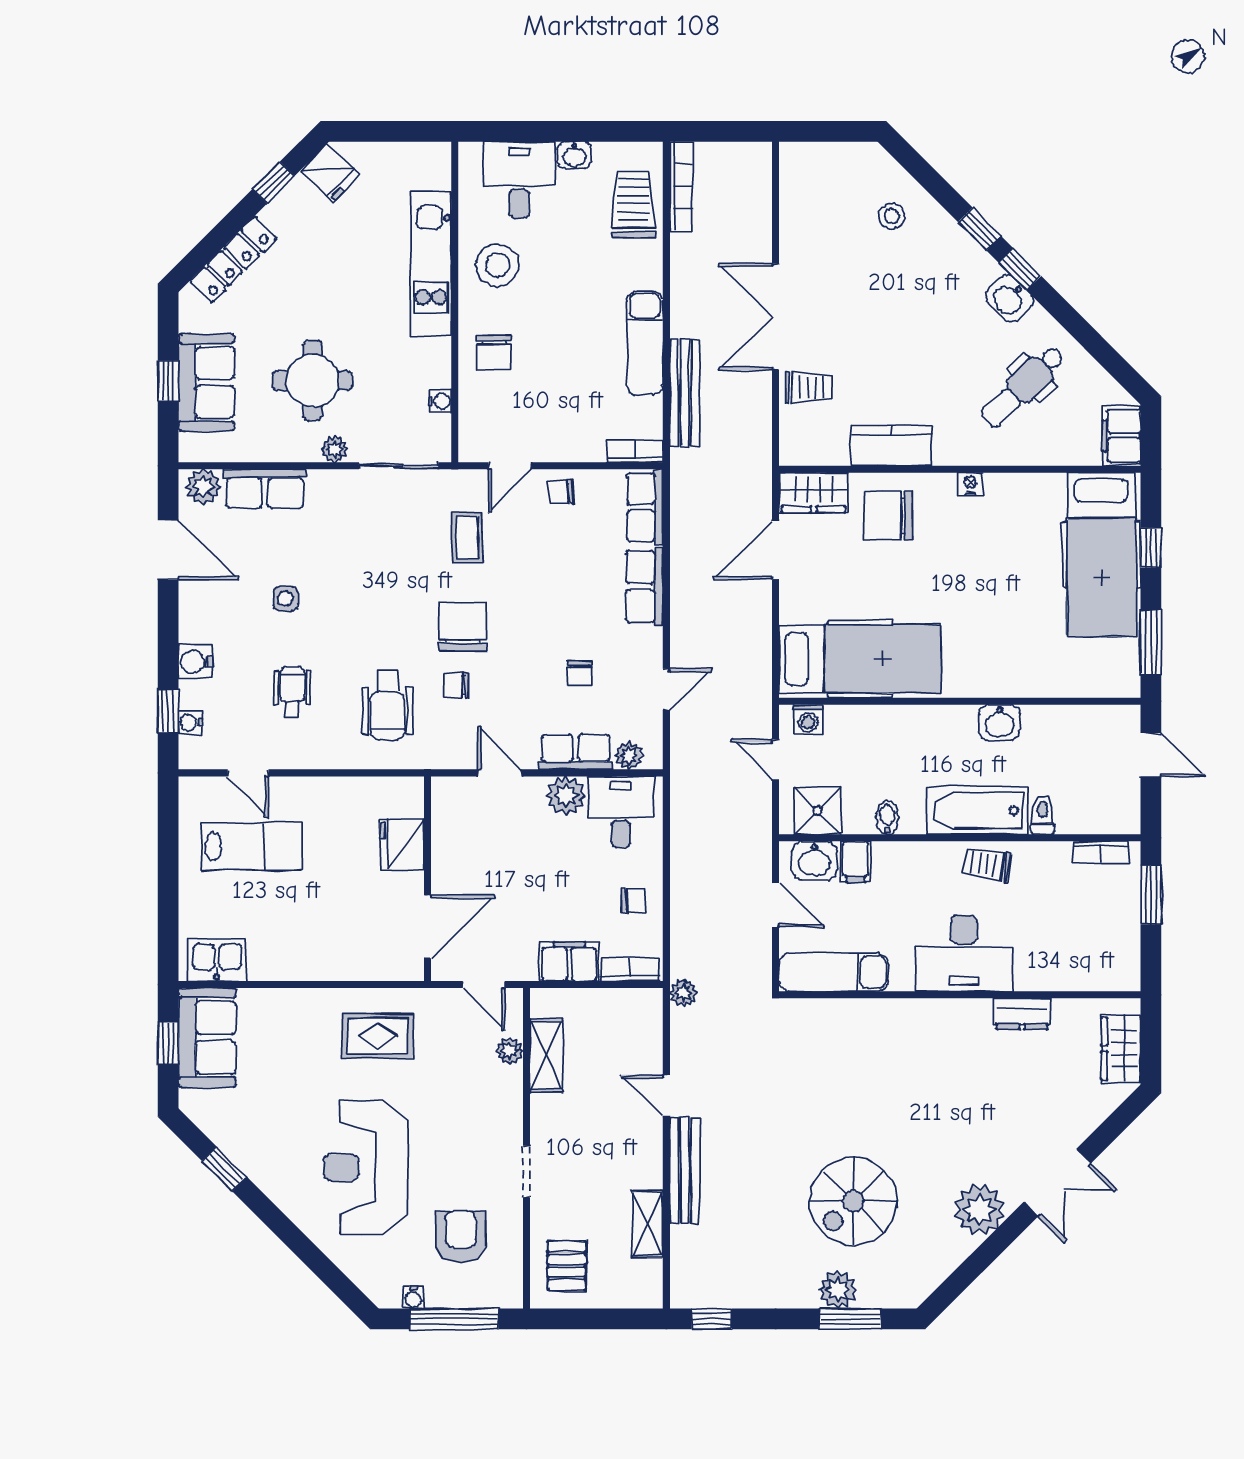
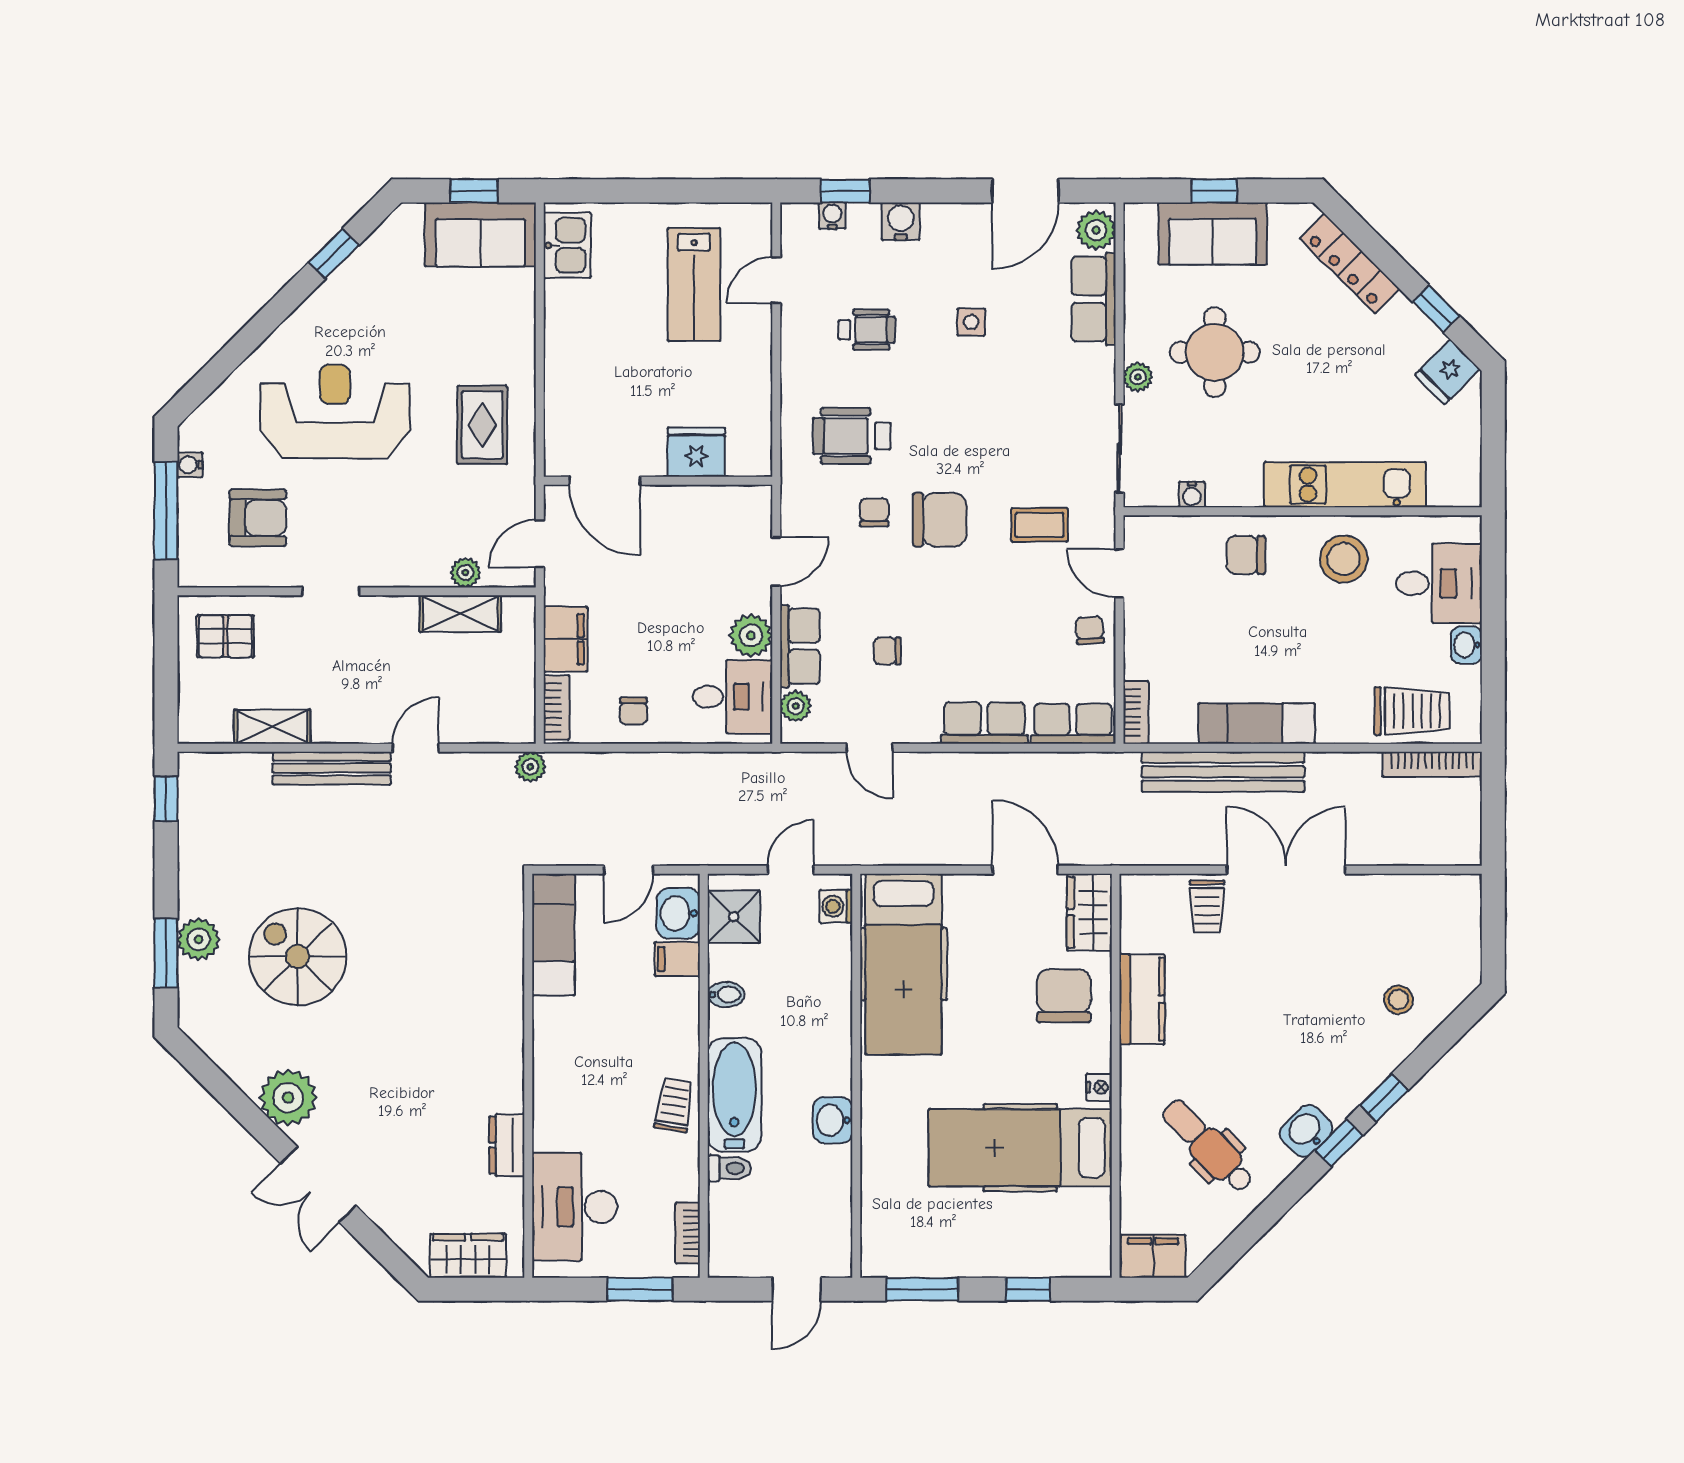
bench: (685, 393) -> (1223, 772), width x1.37, depth x1.21
hospital bed: (1101, 555) -> (1020, 1148), moved
desk: (964, 953) -> (575, 1207), moved

